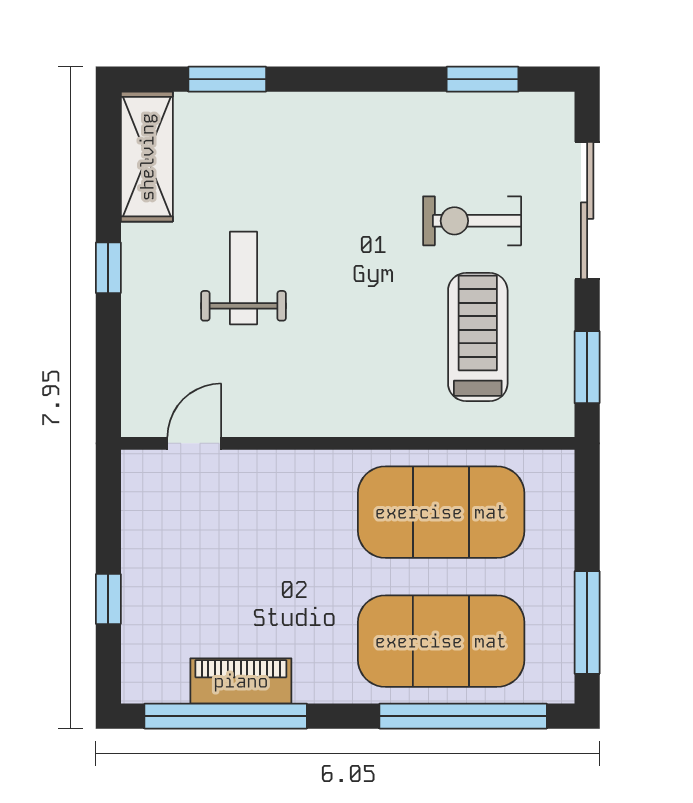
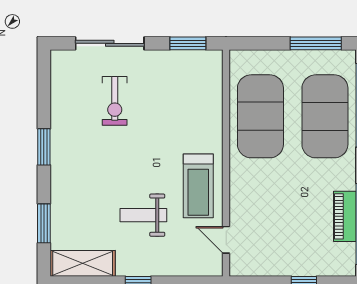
window: (483, 79) -> (44, 147), moved
treadmill: (478, 337) -> (198, 186), moved, turned -90

